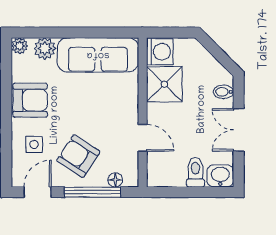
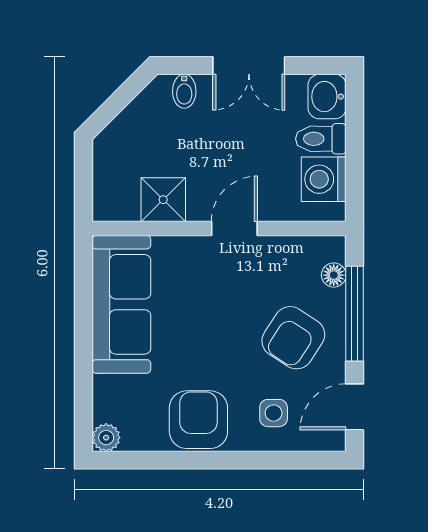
plant: (45, 49) -> (111, 395), removed
washing machine: (160, 52) -> (324, 179), moved, turned -90
shower: (164, 84) -> (163, 200), width x0.73, depth x0.73
door: (143, 138) -> (234, 229), moved
door: (38, 192) -> (355, 407), hinge flipped

